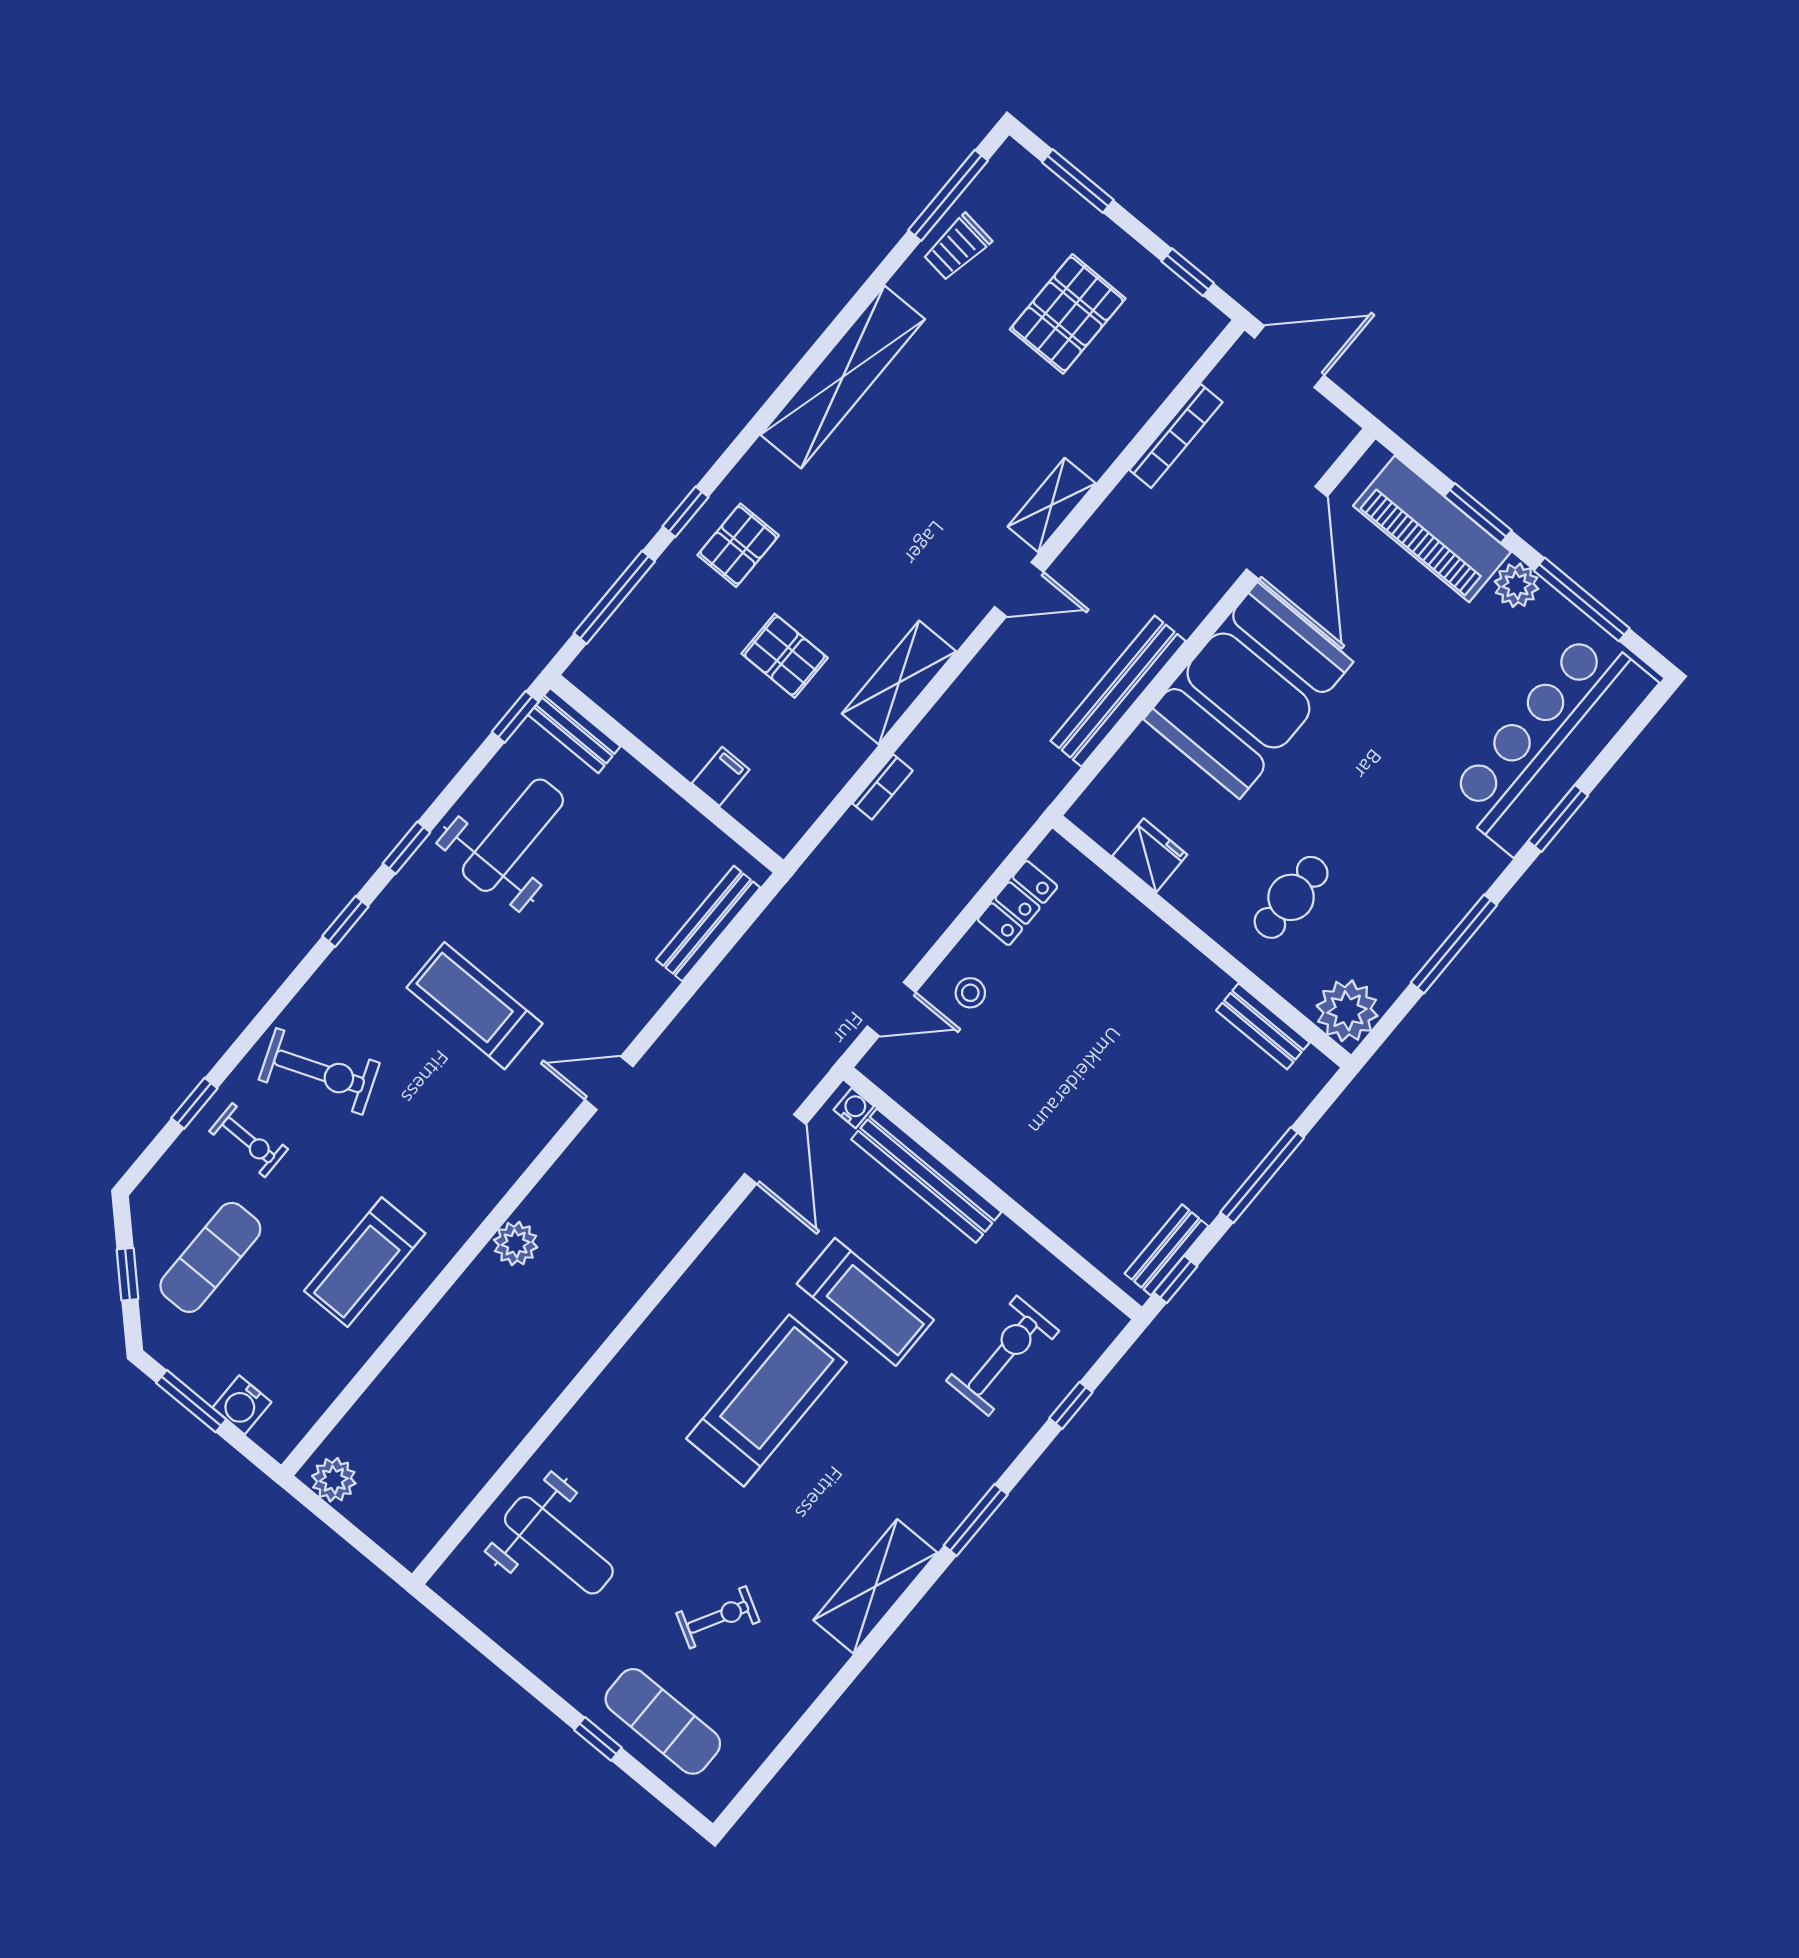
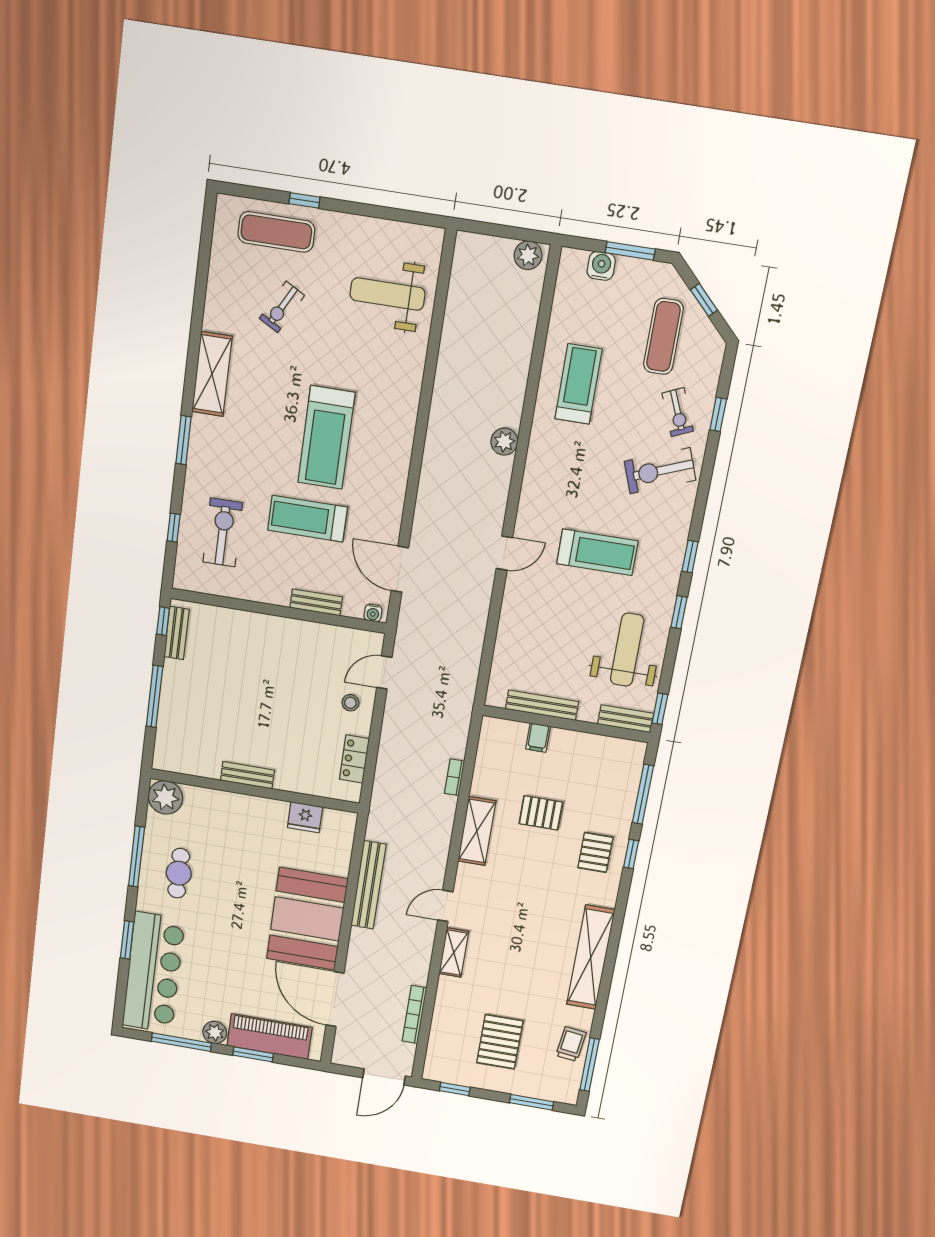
weight bench: (513, 835) -> (627, 650), turned 180
cafe table: (1291, 897) -> (179, 873), moved
bench: (708, 924) -> (542, 705), moved, turned 90
bench: (1263, 1026) -> (247, 775), moved
exercise bike: (249, 1140) -> (678, 412), turned -113
bench: (926, 1176) -> (316, 602), width x0.54, depth x0.82
exercise bike: (1003, 1356) -> (223, 532), turned 180

